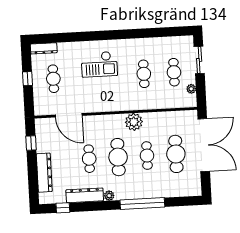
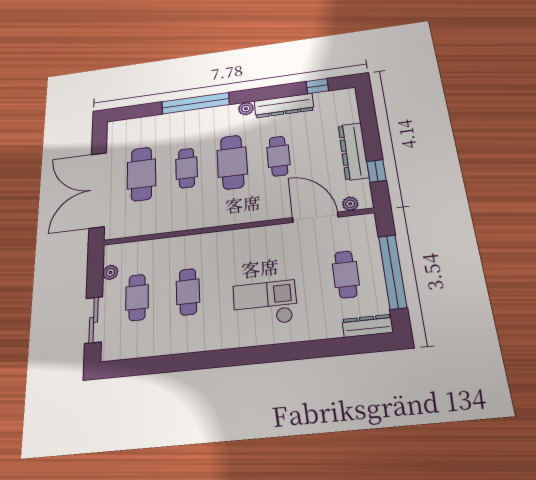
window: (28, 79) -> (393, 272), width x3.17
plant: (134, 122) -> (350, 204), moved, width x0.53, depth x0.53
dresser: (44, 173) -> (354, 151), moved

